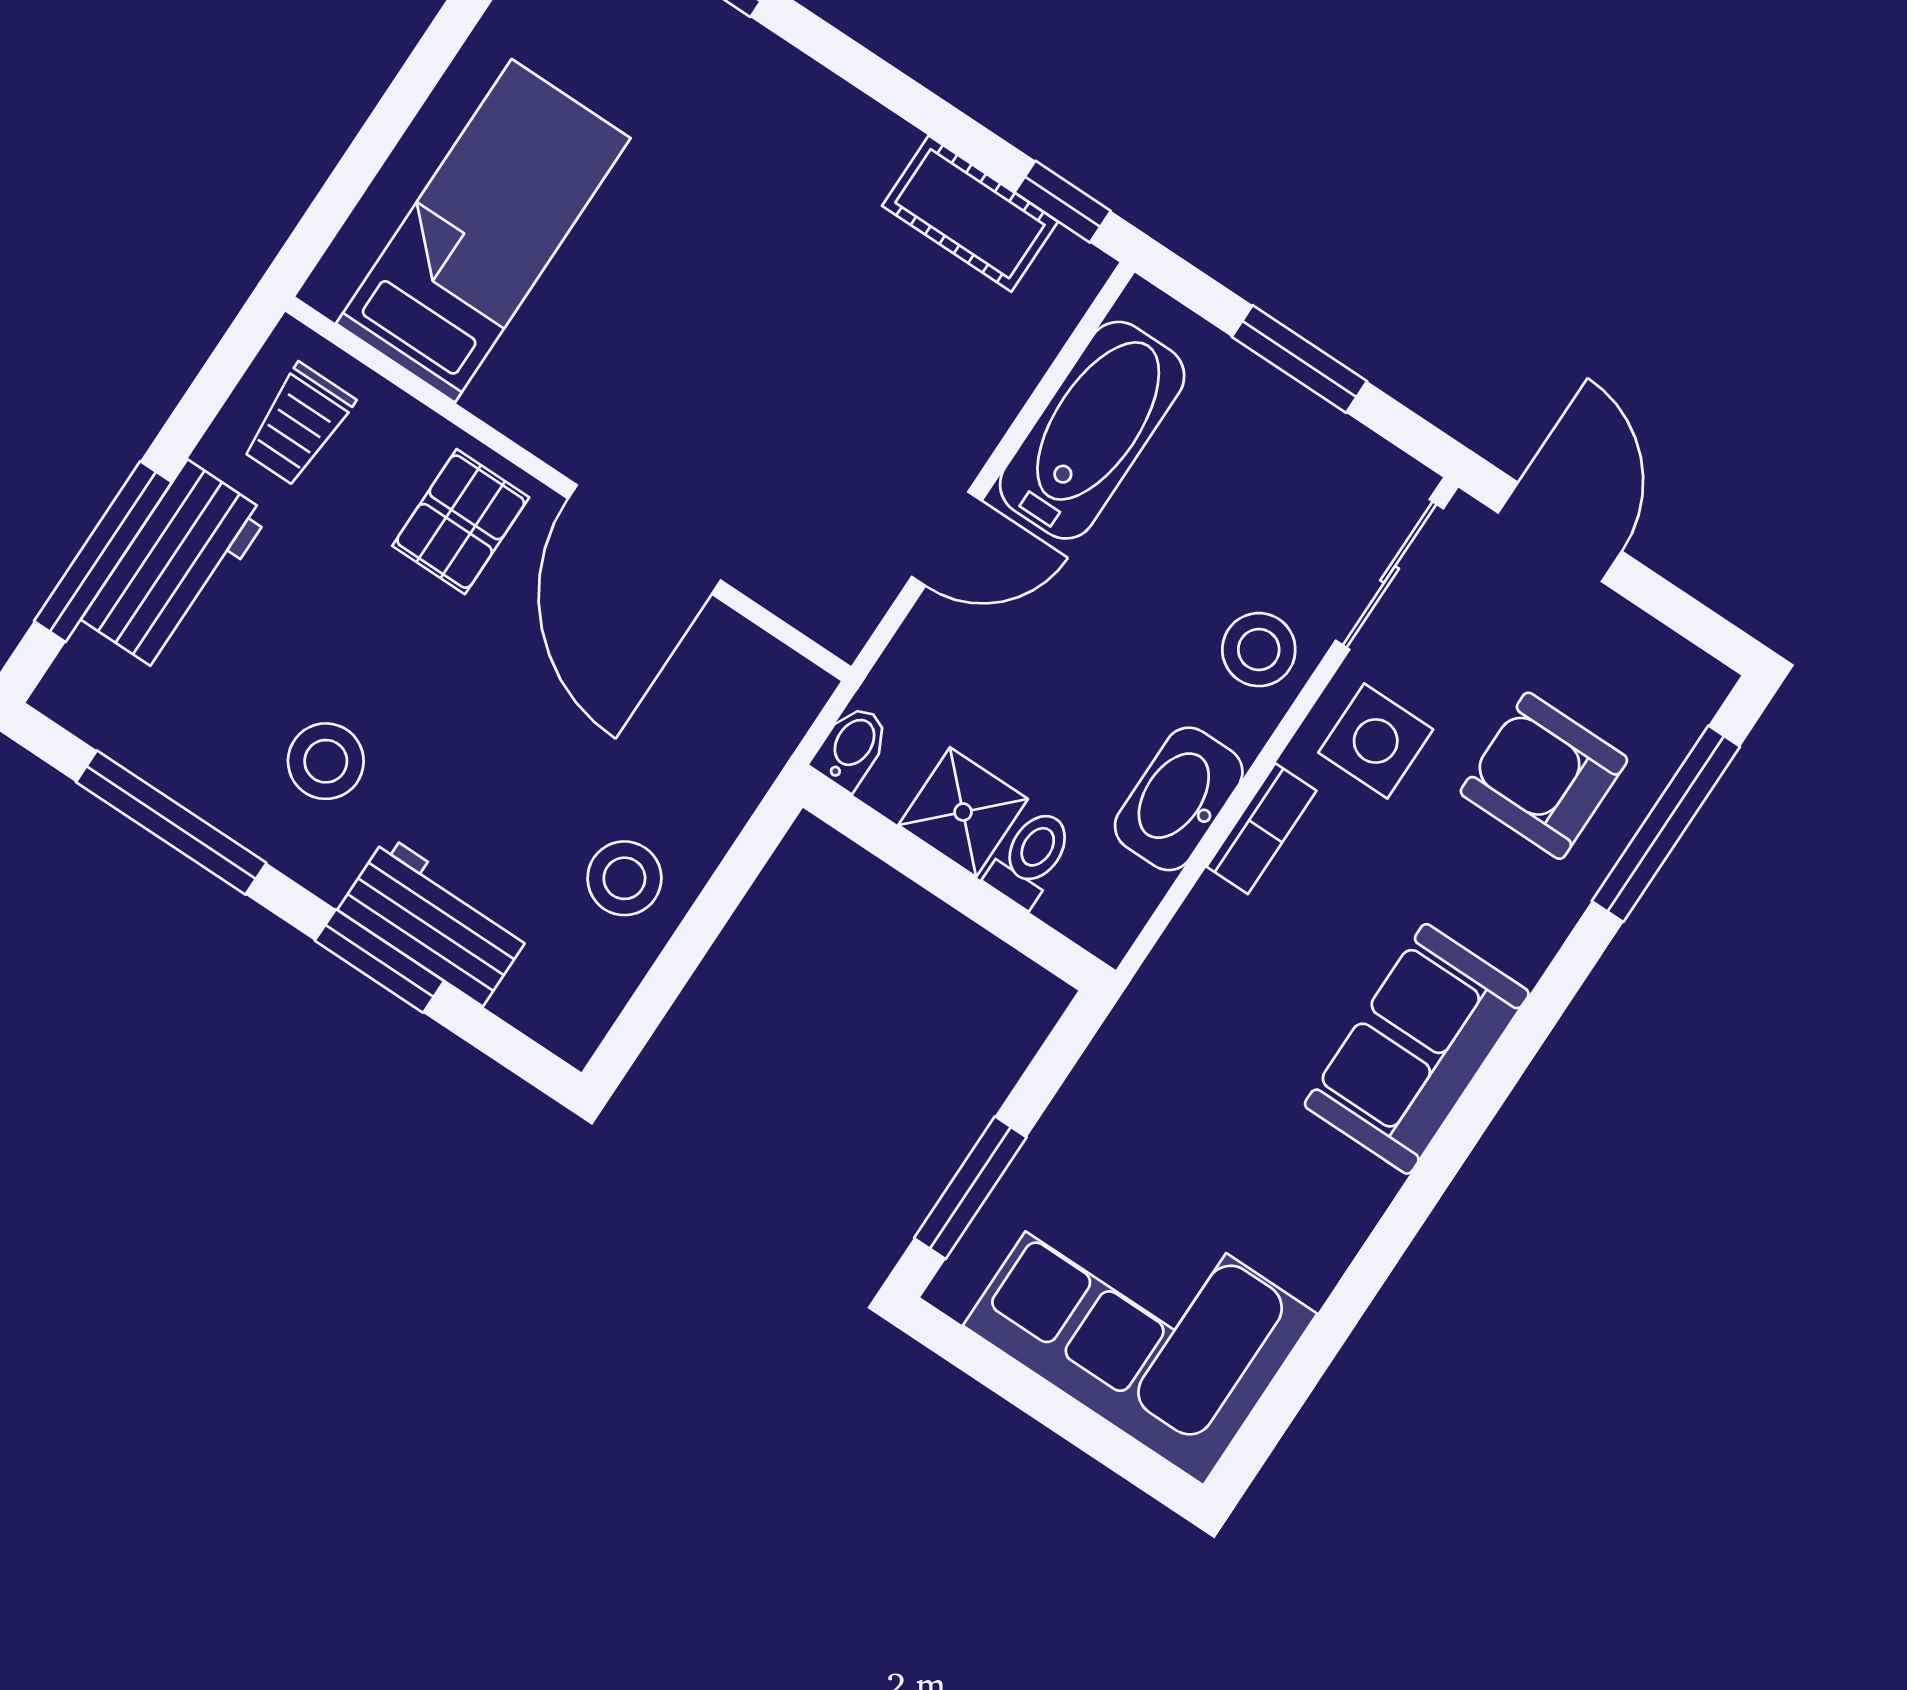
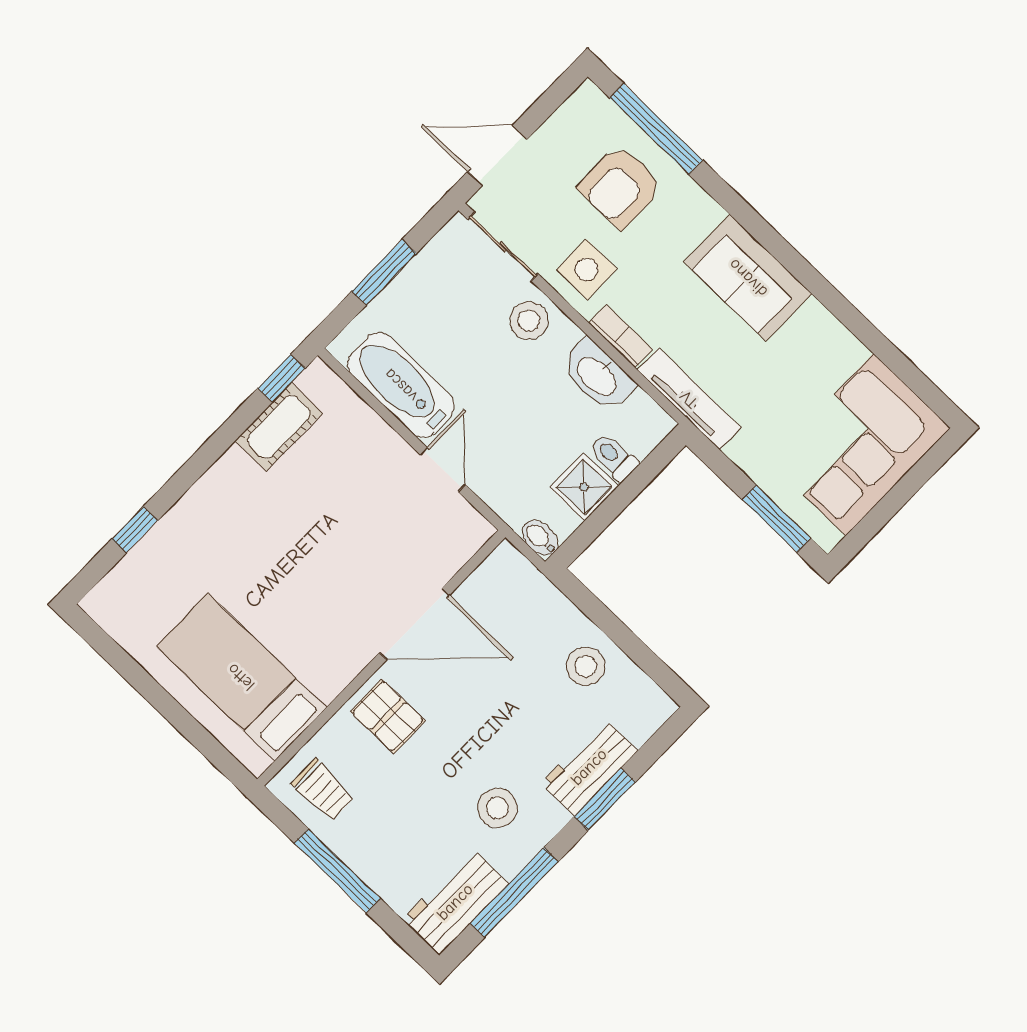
window: (103, 552) -> (337, 871), moved
workbench: (175, 567) -> (455, 902), moved, turned -90
tv unit: (1167, 980) -> (689, 399), added

